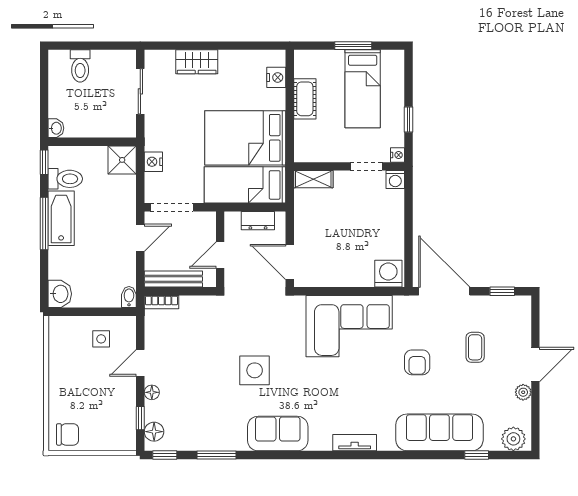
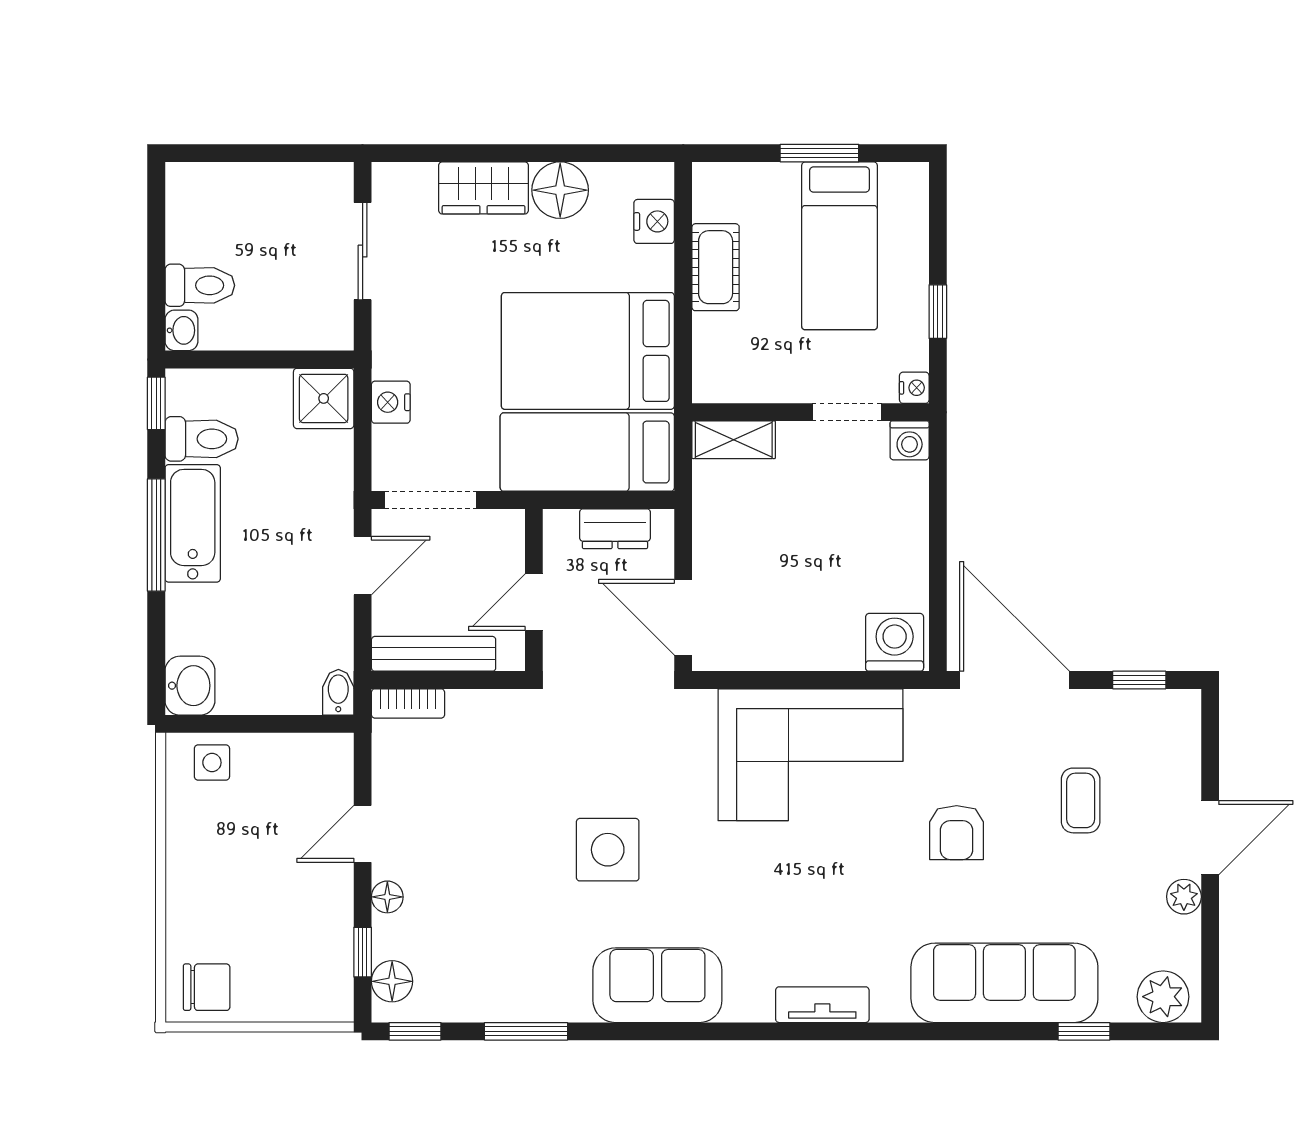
floor lamp: (232, 63) -> (560, 190), added
toilet: (80, 66) -> (200, 285), moved, turned -90
side table: (101, 339) -> (212, 763), moved

